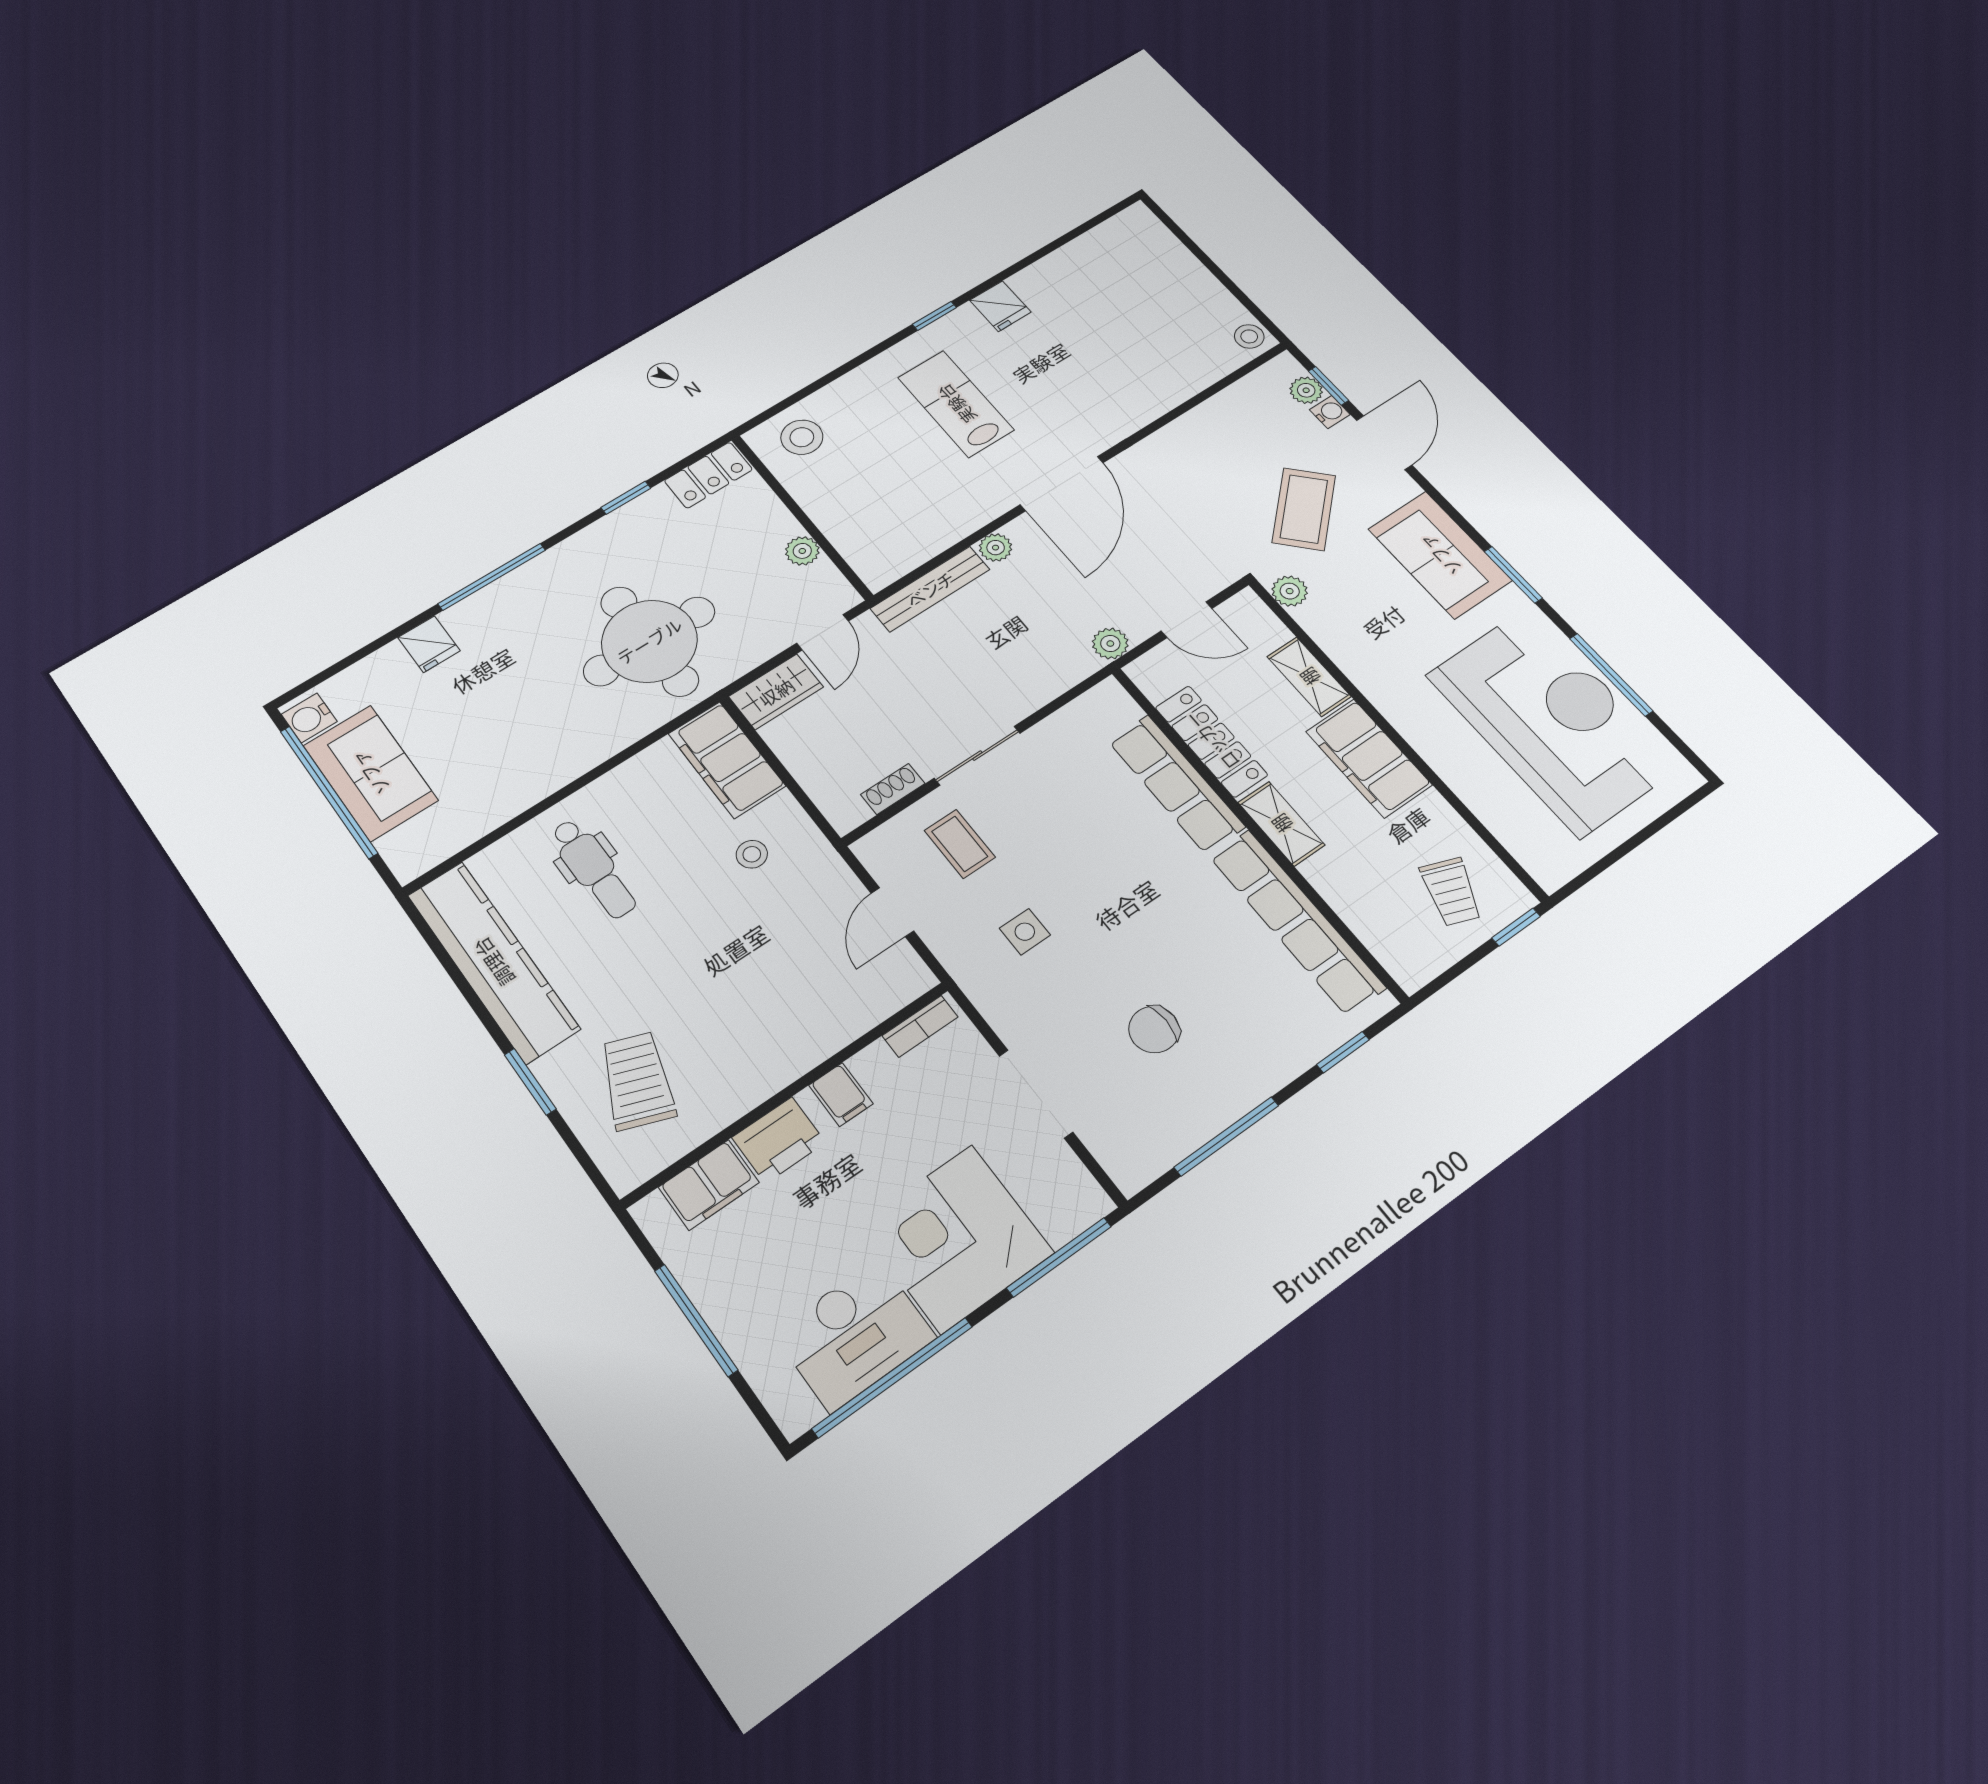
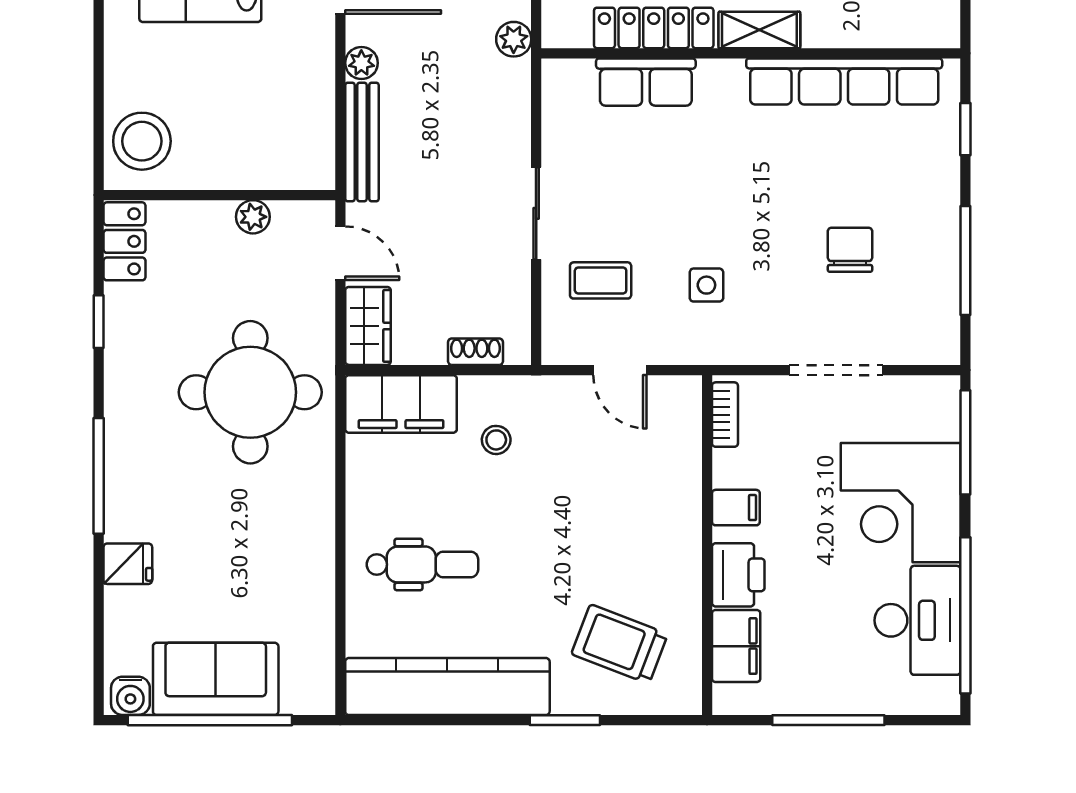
stool: (802, 437) -> (142, 141), width x1.38, depth x1.38
row of seats: (1176, 784) -> (646, 82), width x0.68
shoe rack: (893, 789) -> (476, 352), moved, turned 90
chair: (1154, 1029) -> (850, 250), turned 180

